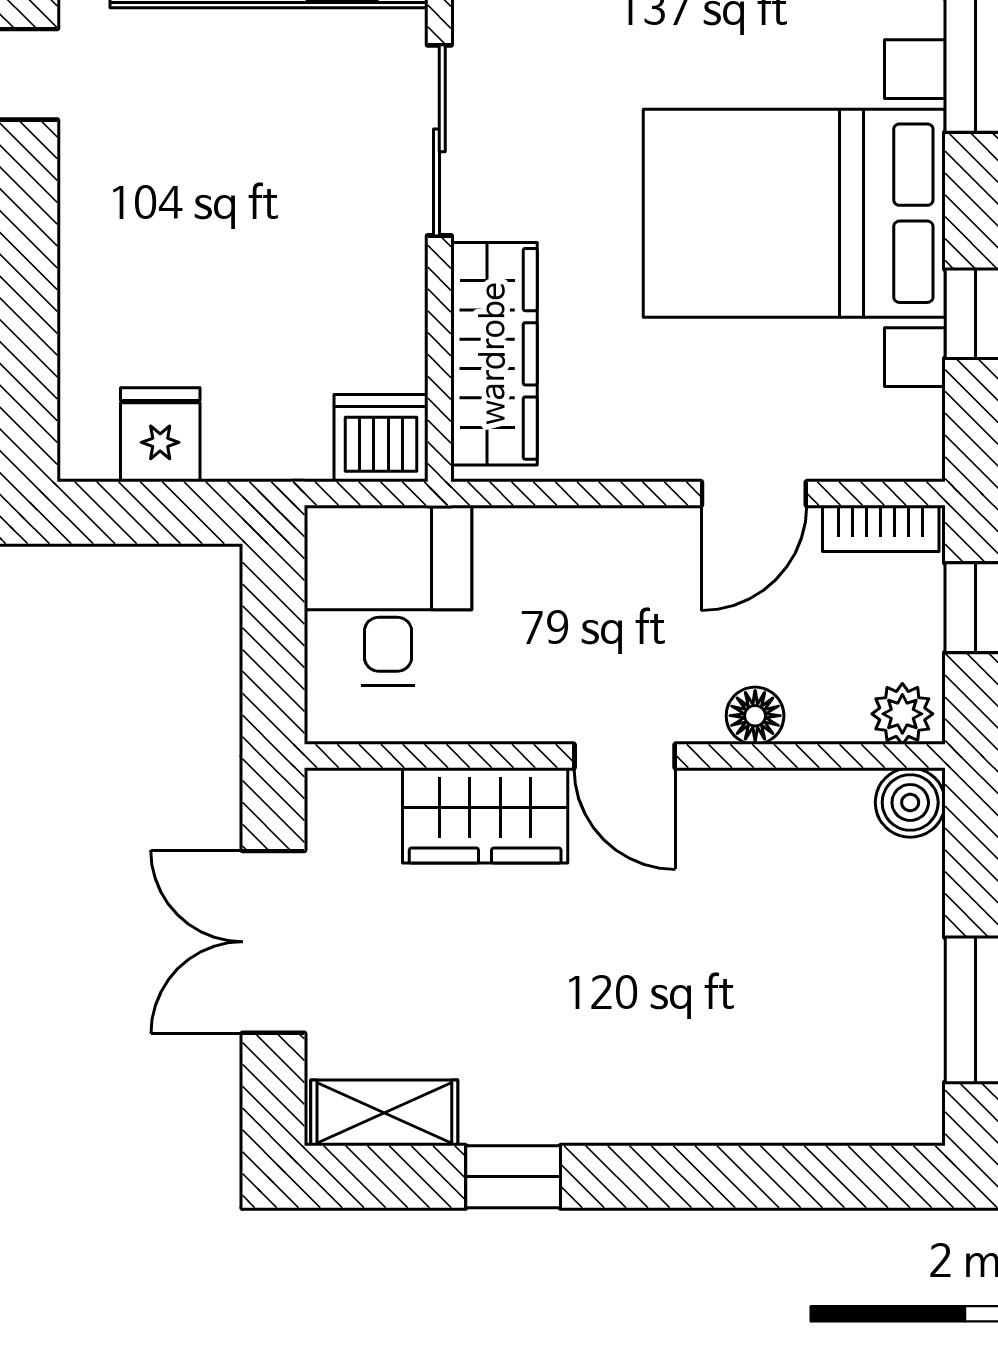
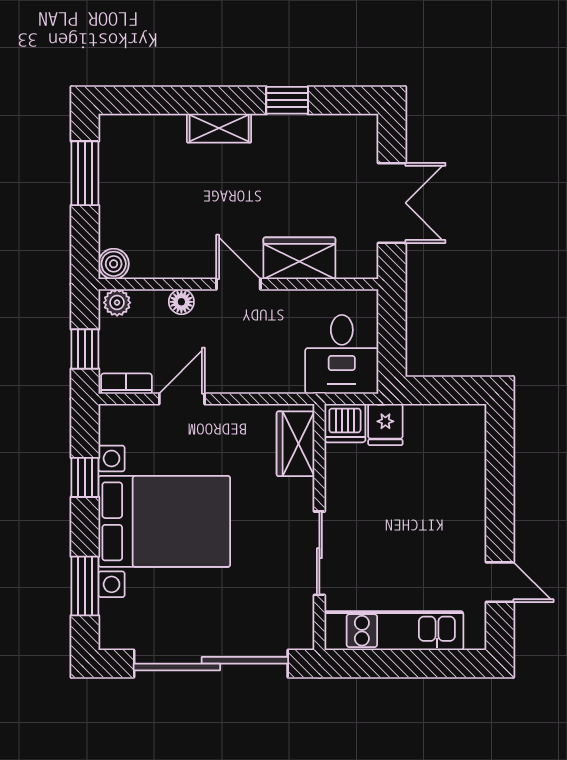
wardrobe: (494, 354) -> (295, 444), width x0.67
fridge: (160, 435) -> (385, 425), moved
shelving: (384, 1113) -> (219, 128), moved

